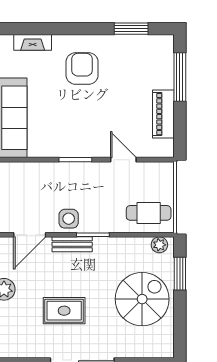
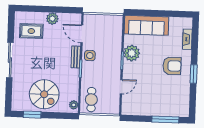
window: (131, 29) -> (194, 74), moved
piano: (163, 114) -> (145, 110), removed
plant: (61, 143) -> (132, 53), added
window: (180, 274) -> (32, 115), moved
rug: (64, 311) -> (31, 31), moved, turned 90

